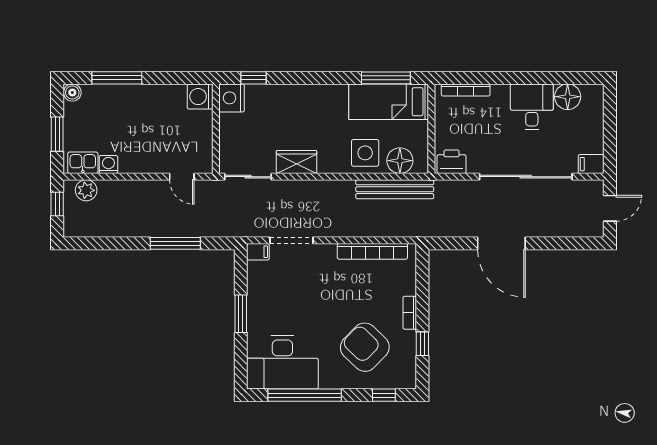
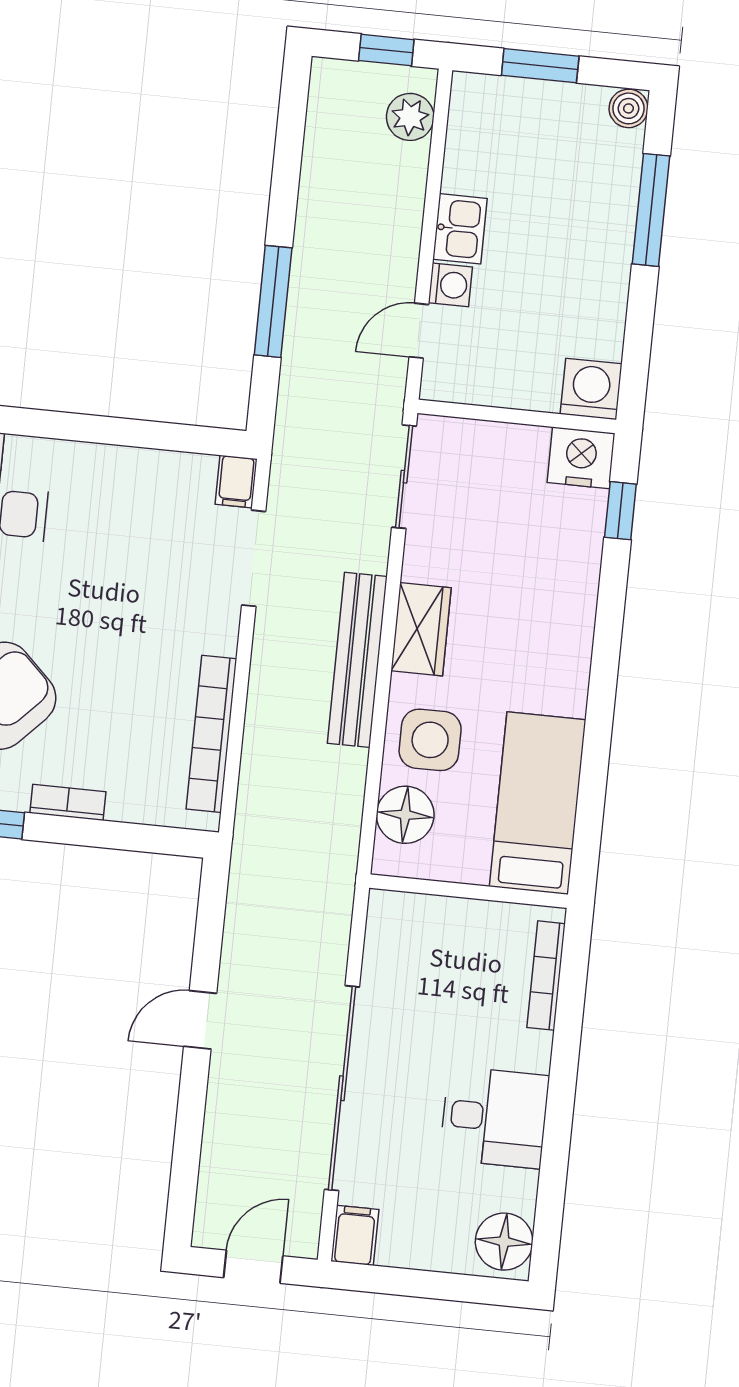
window: (386, 78) -> (591, 802), removed
floor lamp: (568, 97) -> (504, 1242), moved
wardrobe: (297, 162) -> (421, 629), moved
printer: (452, 162) -> (391, 928), removed
kitchen sink: (83, 163) -> (460, 229), moved
washing machine: (108, 164) -> (450, 285), moved
bench: (395, 189) -> (357, 660), moved
door: (610, 208) -> (253, 1267), swing flipped
door: (501, 243) -> (200, 1020), width x0.53
window: (241, 314) -> (104, 430), removed

